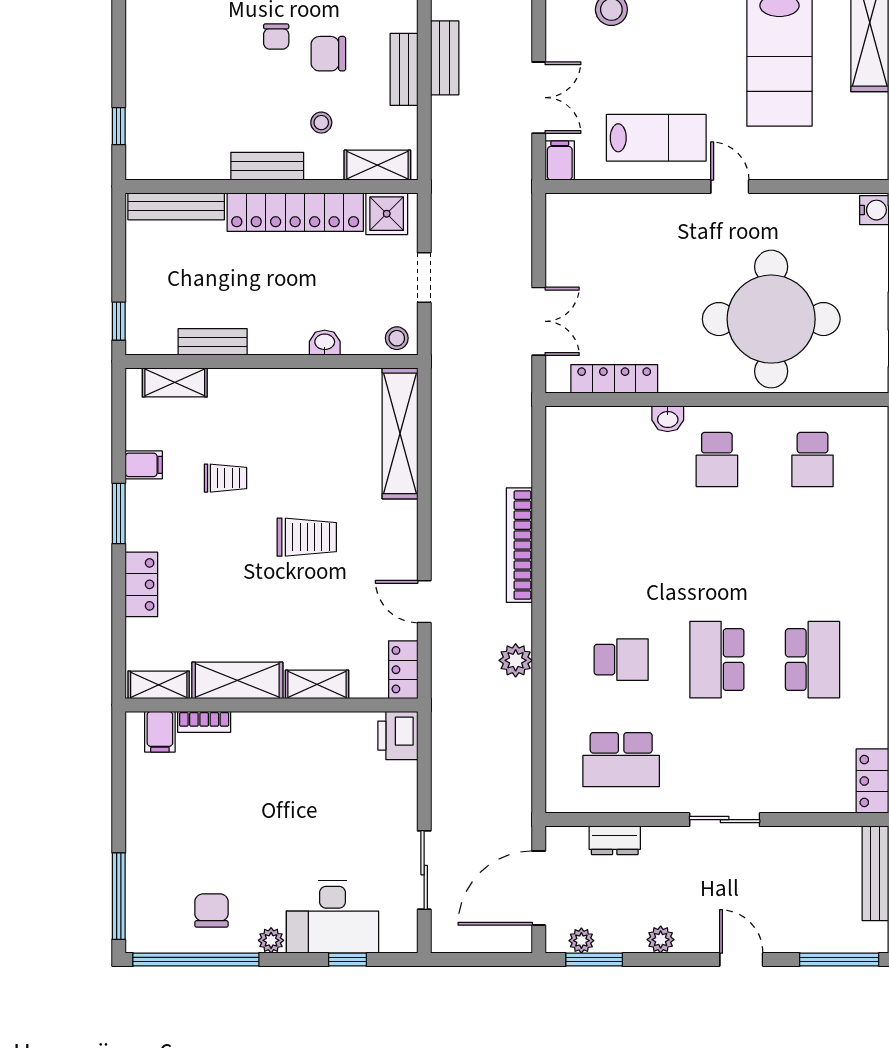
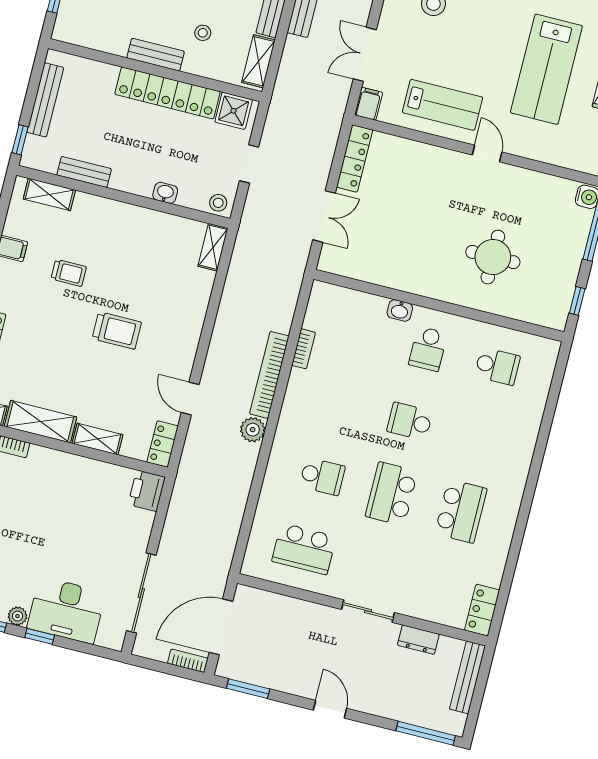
double door: (539, 98) -> (365, 54), swing flipped
shelving: (377, 165) -> (258, 61), moved, turned 90
bench: (176, 206) -> (45, 100), moved, turned 90
round table: (771, 319) -> (493, 257), width x0.54, depth x0.54
locker: (614, 379) -> (355, 158), moved, turned 90
shelving: (400, 433) -> (213, 247), width x0.45, depth x0.75
school desk: (813, 459) -> (497, 366), turned -90
bookcase: (555, 500) -> (304, 349), added
school desk: (717, 560) -> (410, 421), added
plant: (516, 660) -> (253, 430), moved
dresser: (615, 840) -> (418, 640), moved
sliding door: (424, 870) -> (141, 593), width x1.37
plant: (661, 940) -> (300, 686), removed
plant: (581, 941) -> (242, 673), removed
bookcase: (507, 943) -> (188, 661), added
window: (348, 959) -> (40, 636), moved
door: (741, 959) -> (330, 709), moved

